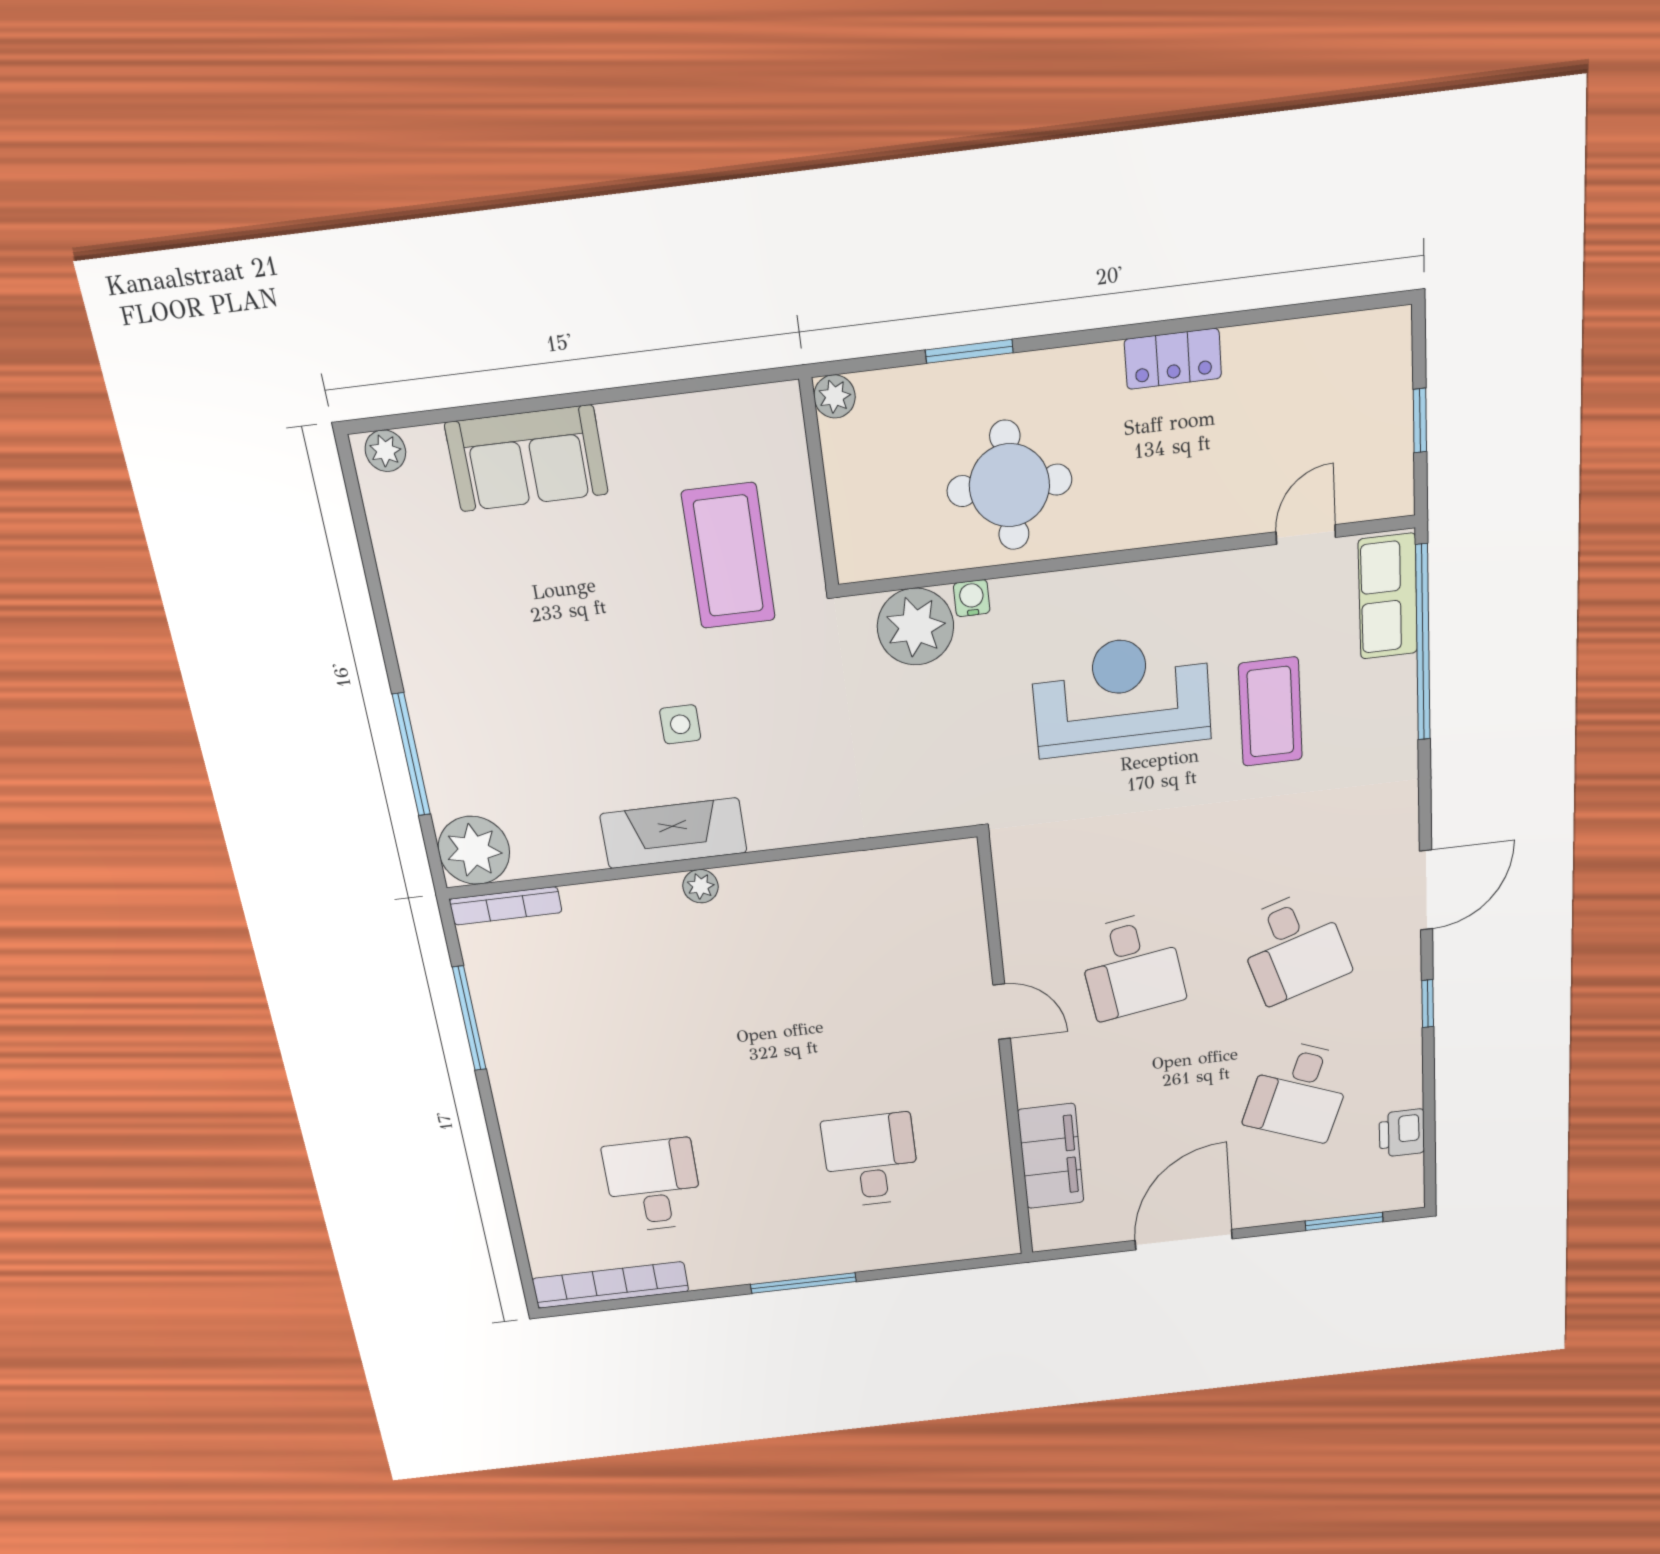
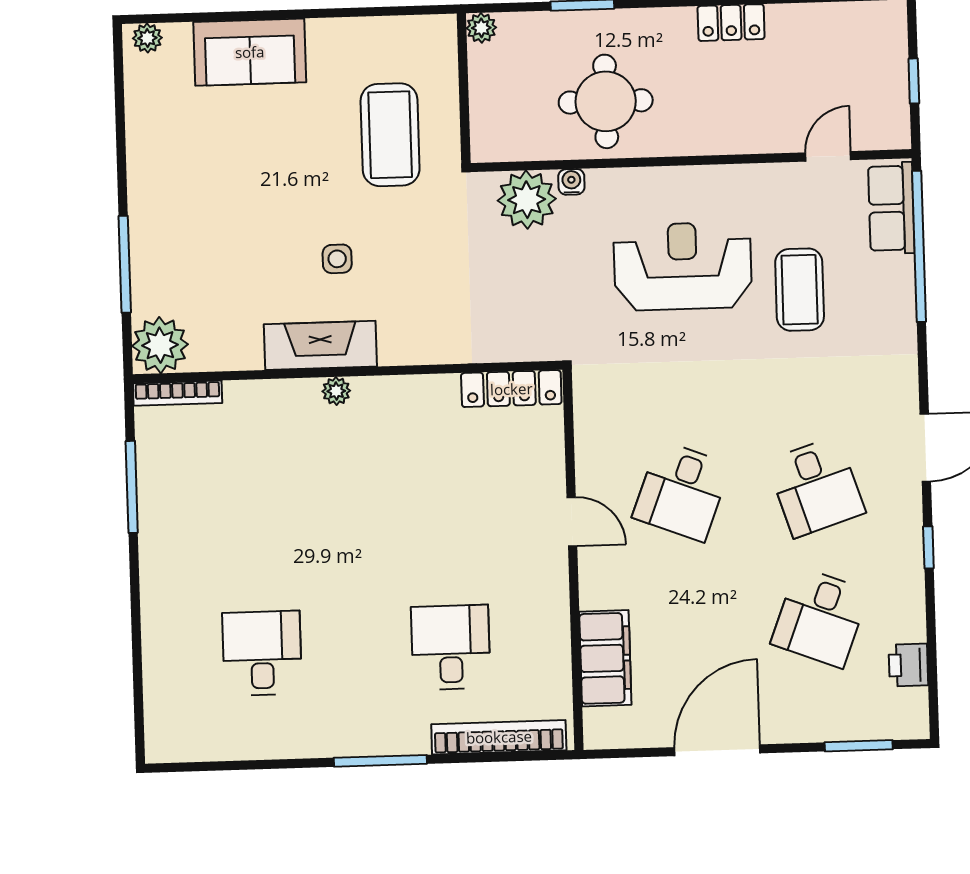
locker: (916, 864) -> (511, 389), added
desk: (1131, 966) -> (682, 491), turned 30
bookcase: (611, 1285) -> (499, 737), moved

